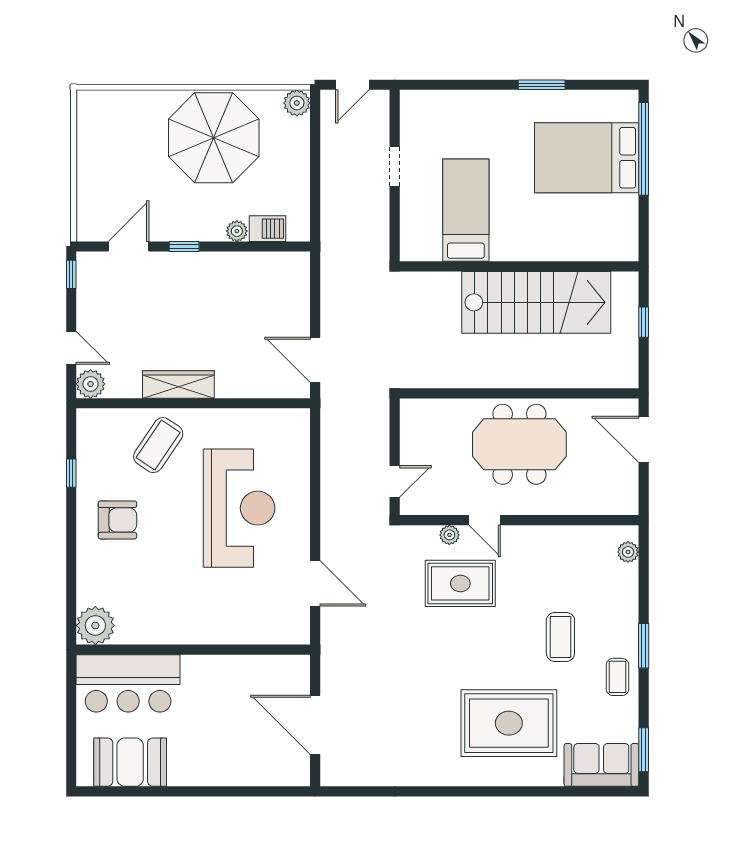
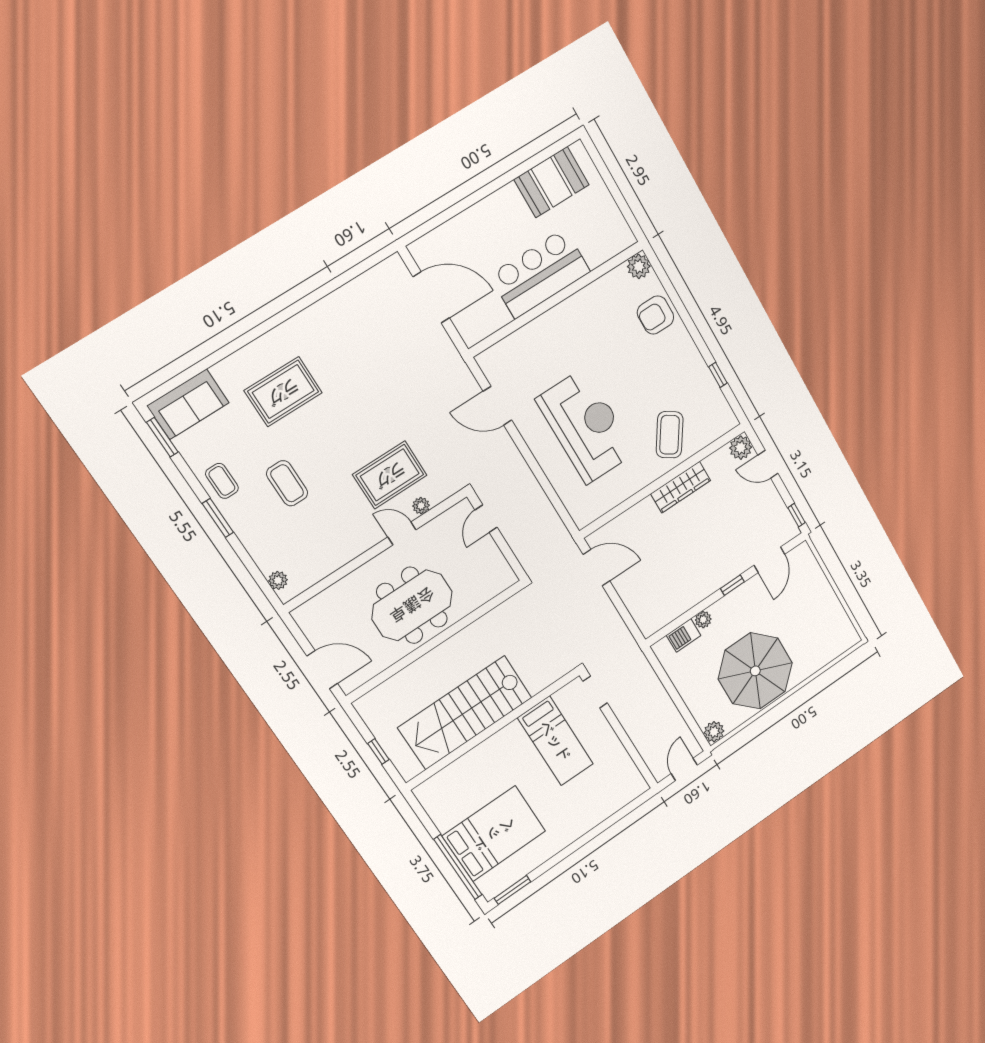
window: (542, 85) -> (512, 890), moved
doorway: (395, 166) -> (595, 692), moved
reception desk: (239, 508) -> (586, 426), turned 180
armchair: (117, 520) -> (655, 315), moved
plant: (95, 625) -> (639, 266), width x0.73, depth x0.73
bar counter: (128, 683) -> (540, 273), moved
rug: (509, 723) -> (283, 392), width x0.73, depth x0.69

